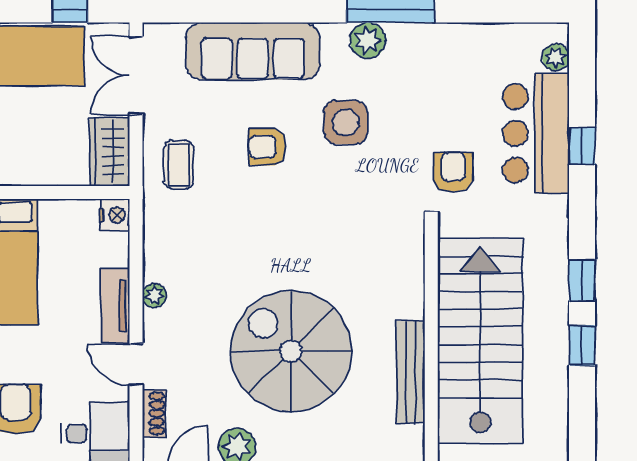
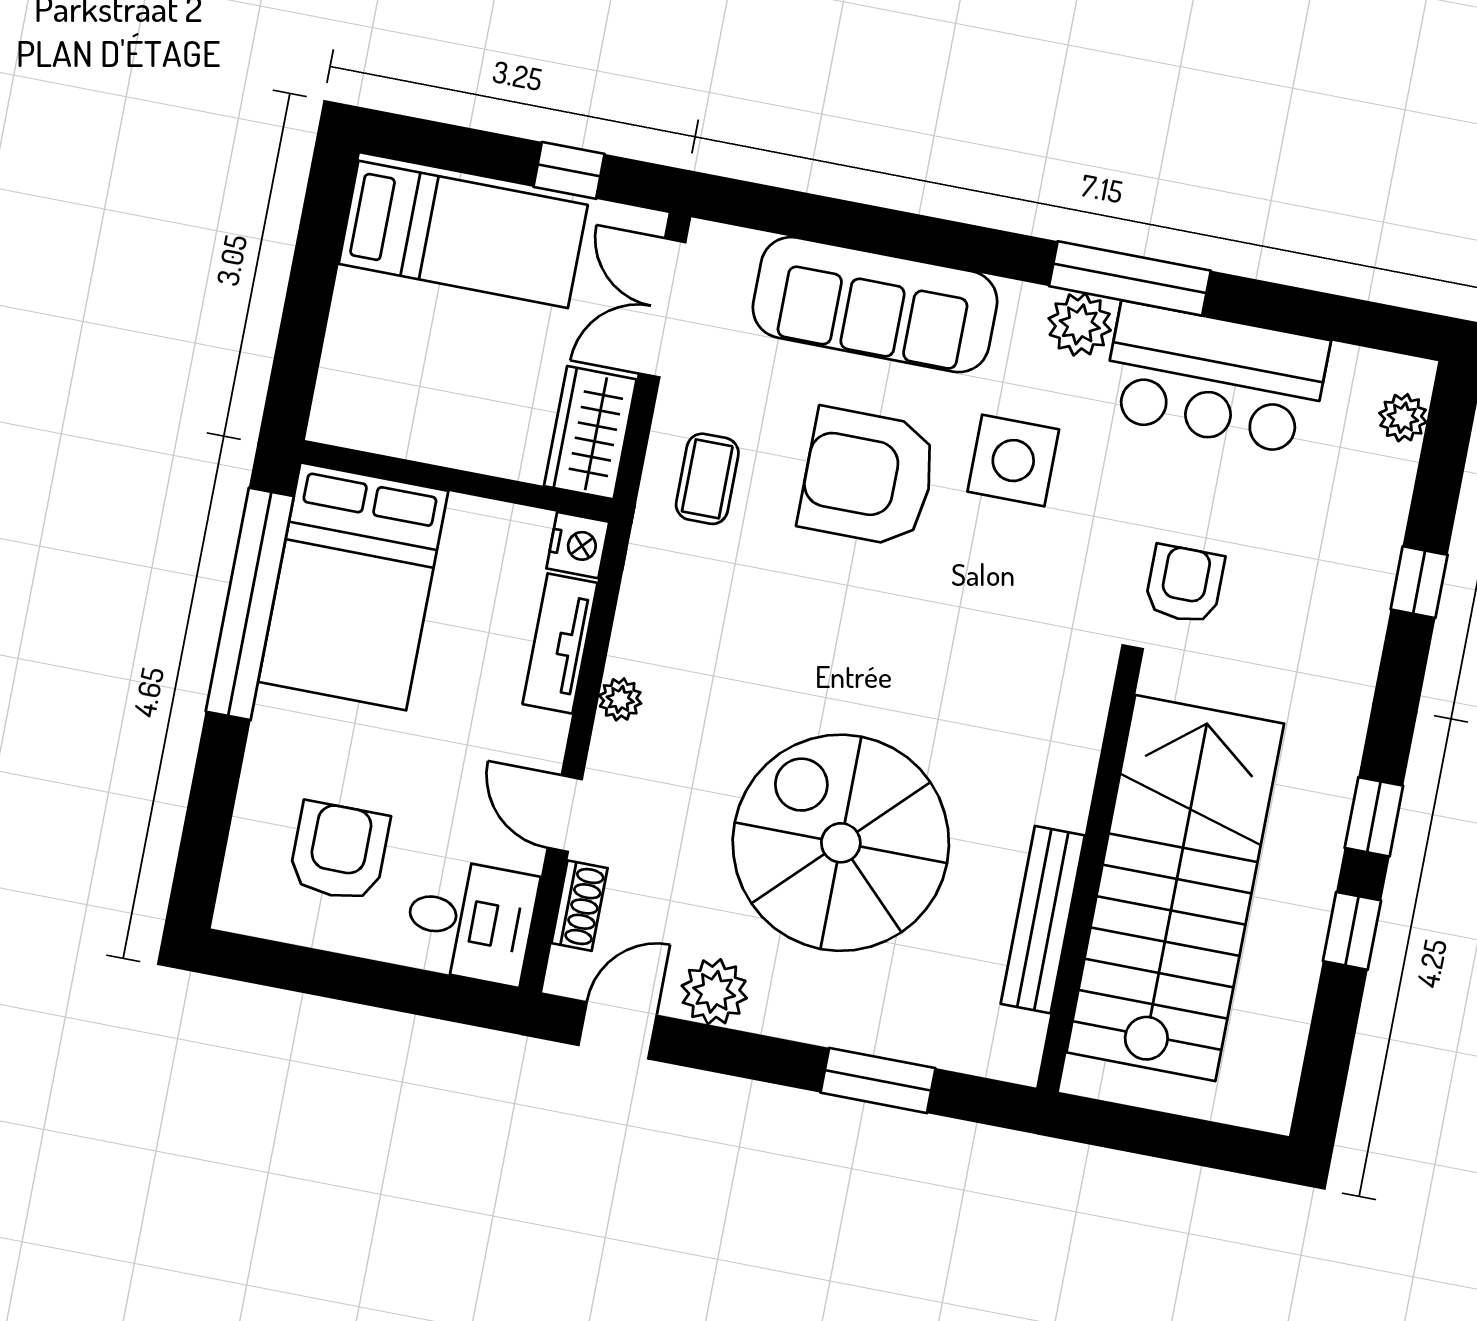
bar counter: (536, 133) -> (1215, 379), moved, turned -90
armchair: (267, 147) -> (868, 477), width x1.88, depth x1.88
tv unit: (115, 306) -> (560, 643), moved

